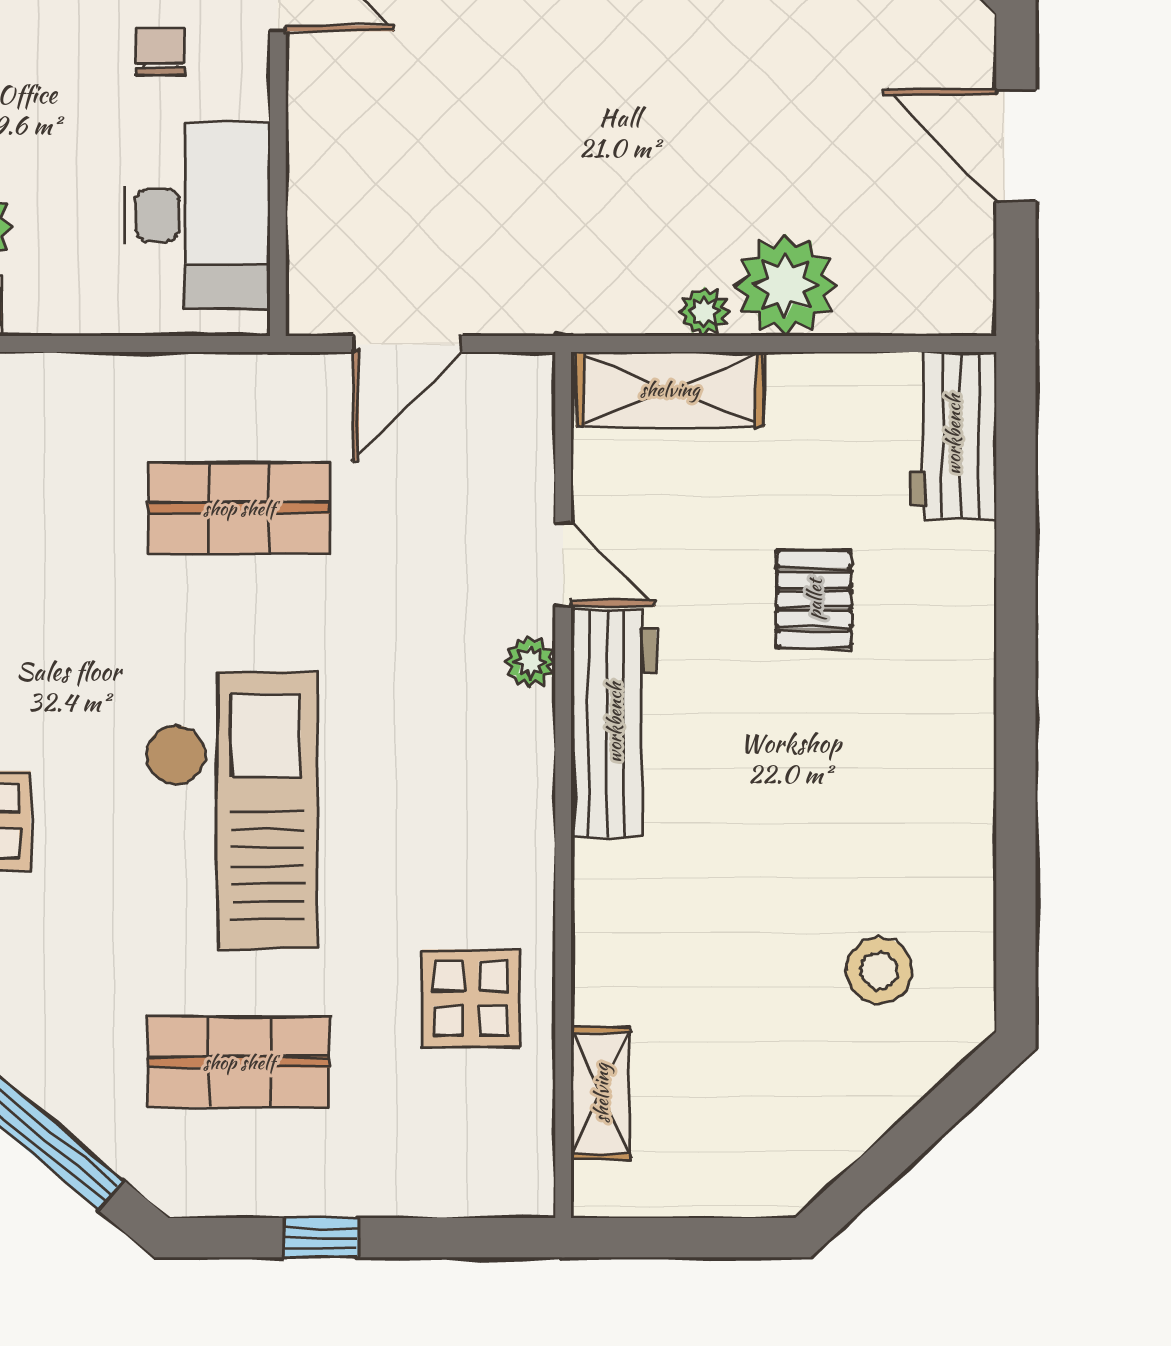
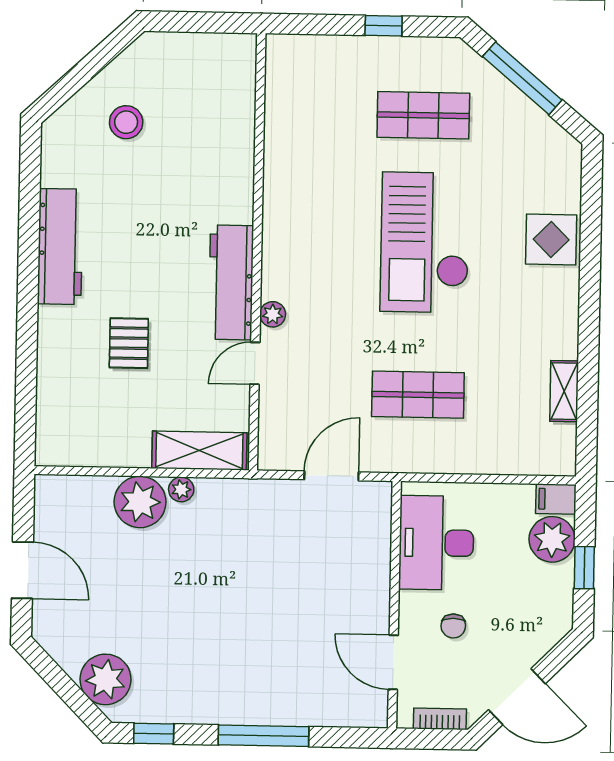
workbench: (953, 435) -> (60, 246), moved, width x1.38
door: (563, 564) -> (255, 363), hinge flipped
stool: (879, 971) -> (126, 122), moved
display table: (471, 998) -> (306, 145), removed
shelving: (601, 1093) -> (241, 96), removed

